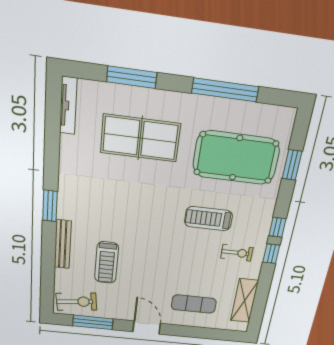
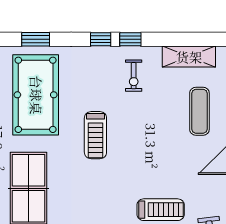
treadmill: (208, 219) -> (95, 135), moved
exercise bike: (237, 253) -> (134, 76), turned 180

